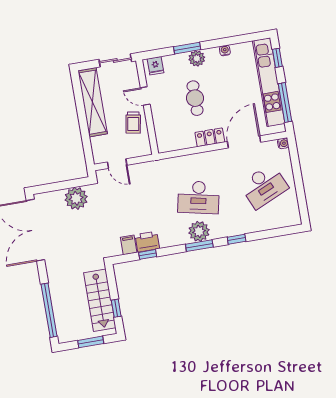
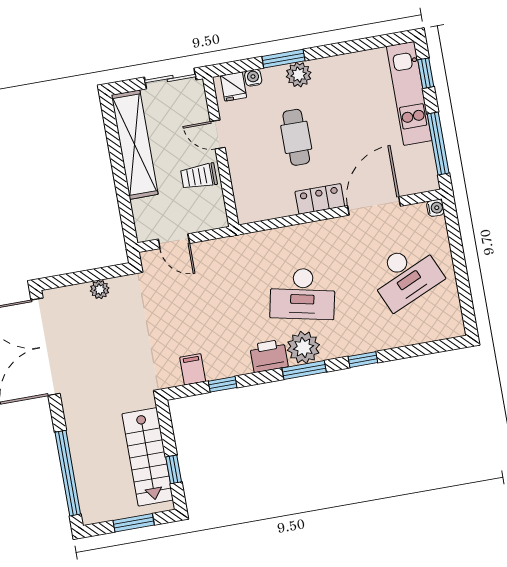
water cooler: (225, 50) -> (253, 78), moved
kitchen unit: (269, 82) -> (409, 93), width x0.73
trolley: (133, 123) -> (199, 176), turned 80
plant: (76, 198) -> (100, 290), width x0.53, depth x0.53
printer: (147, 242) -> (269, 356), moved

